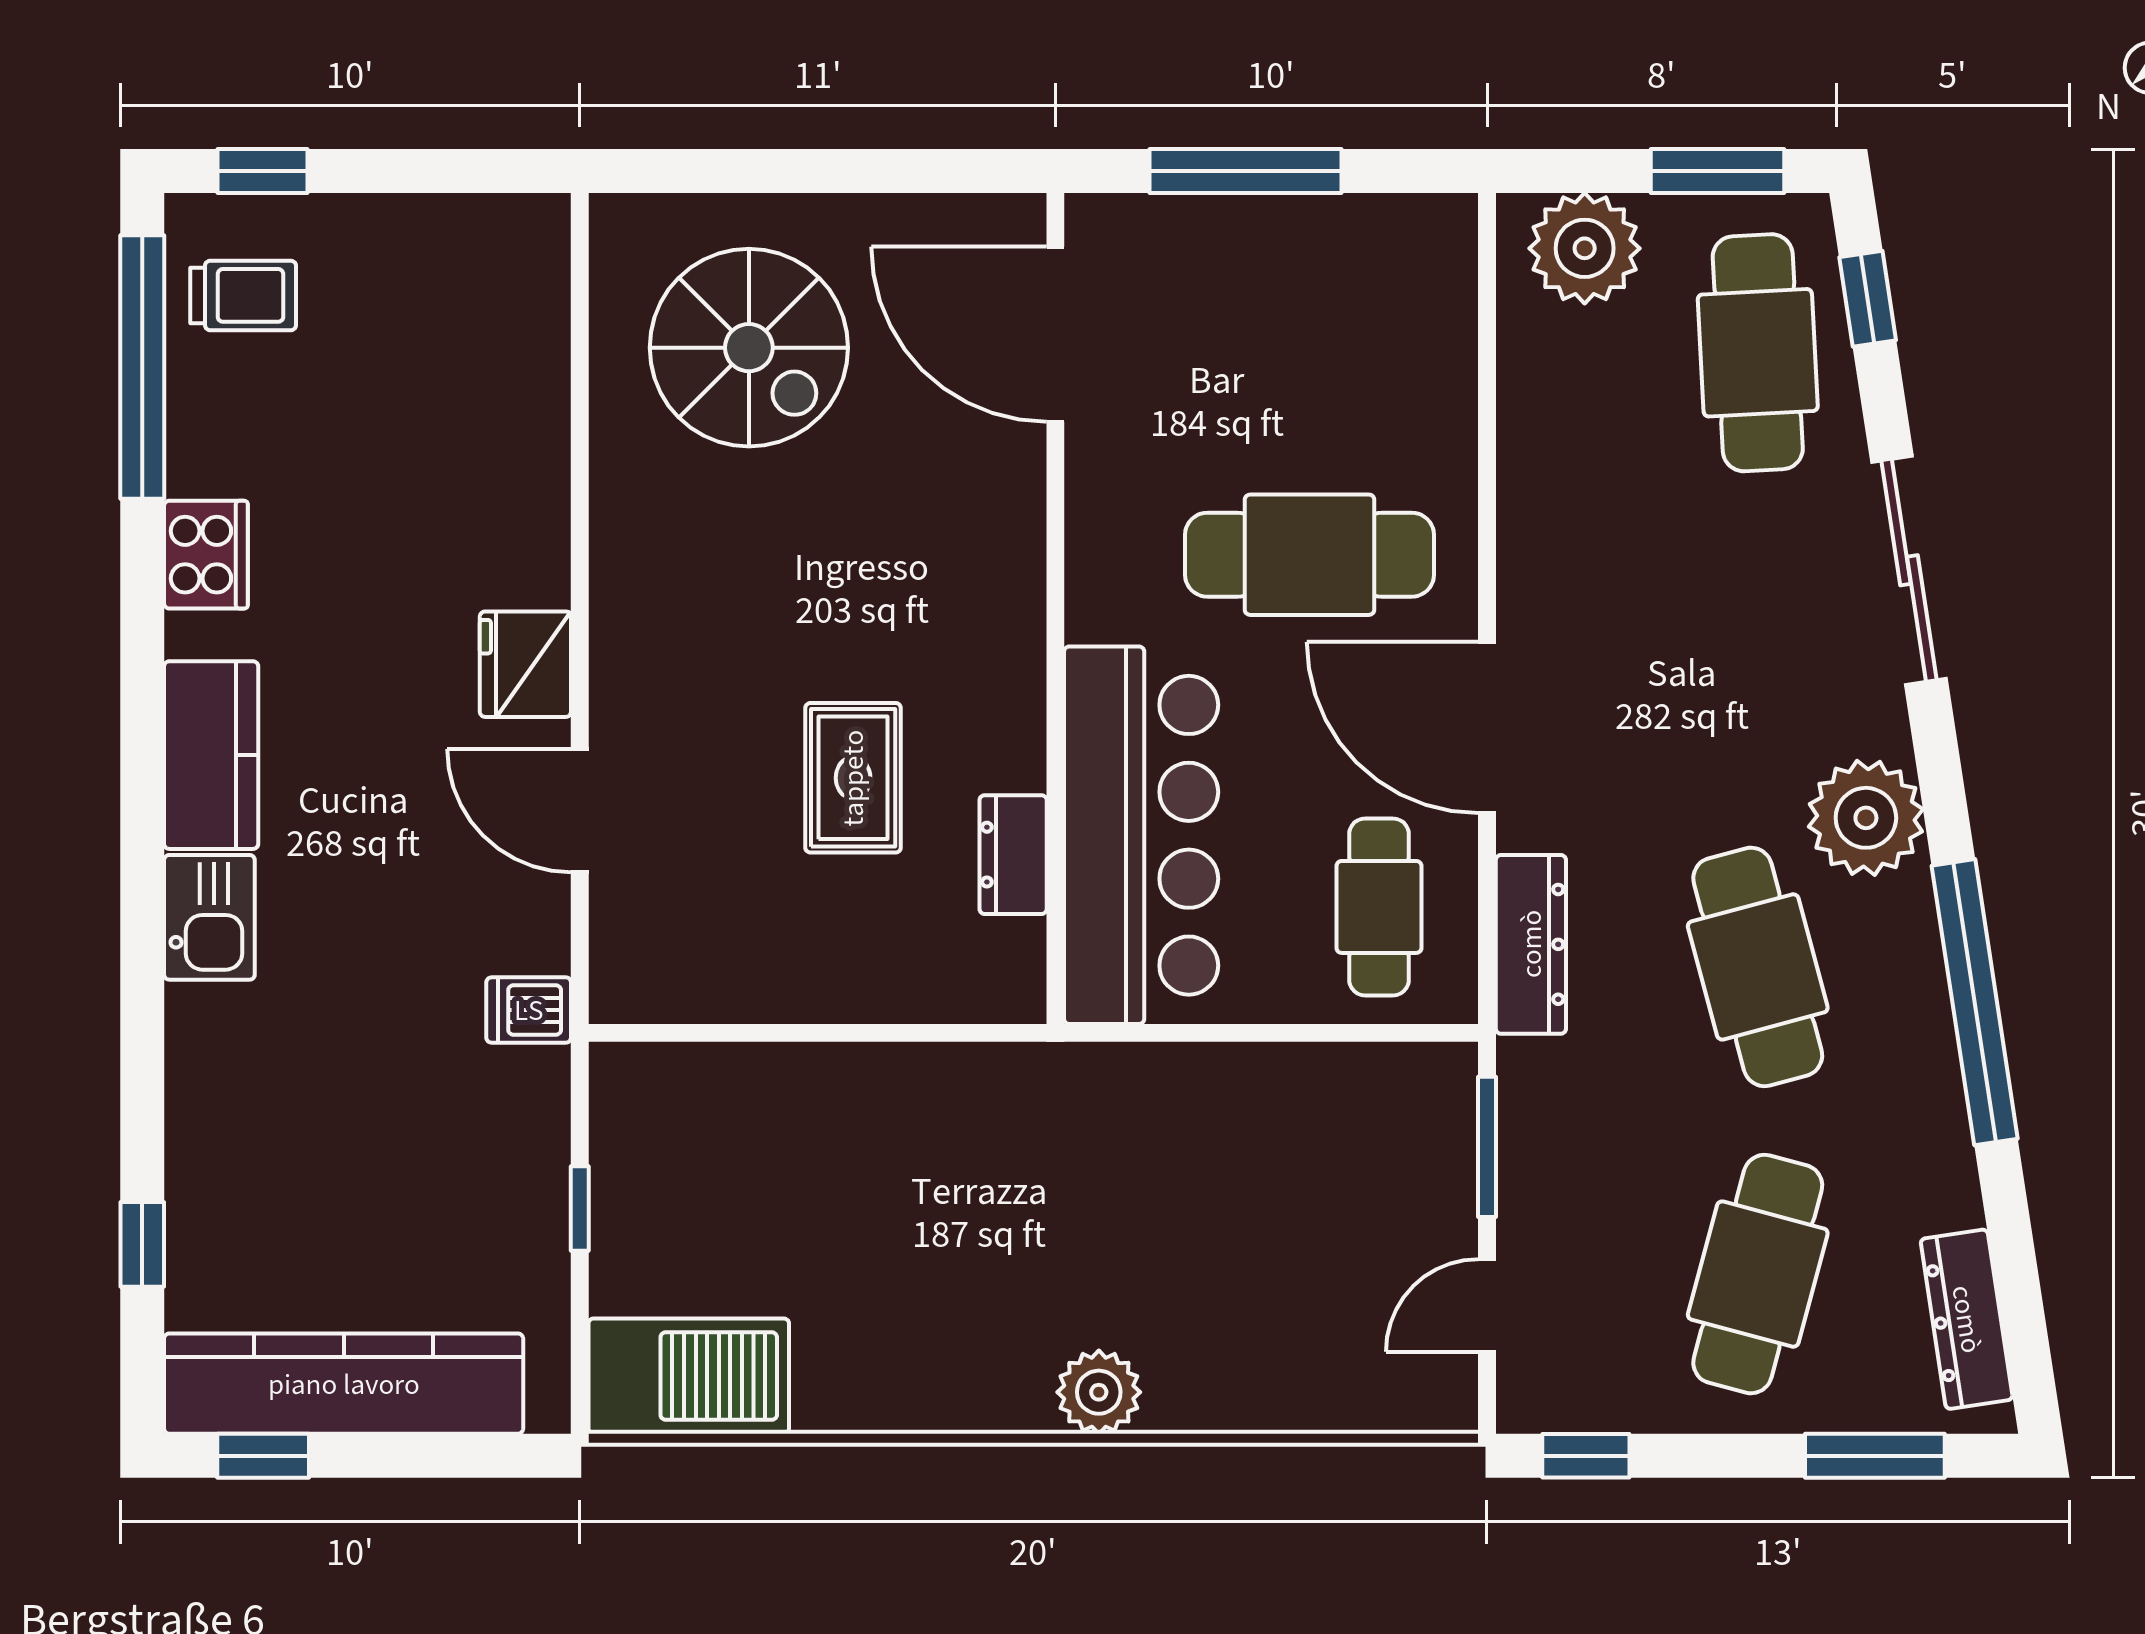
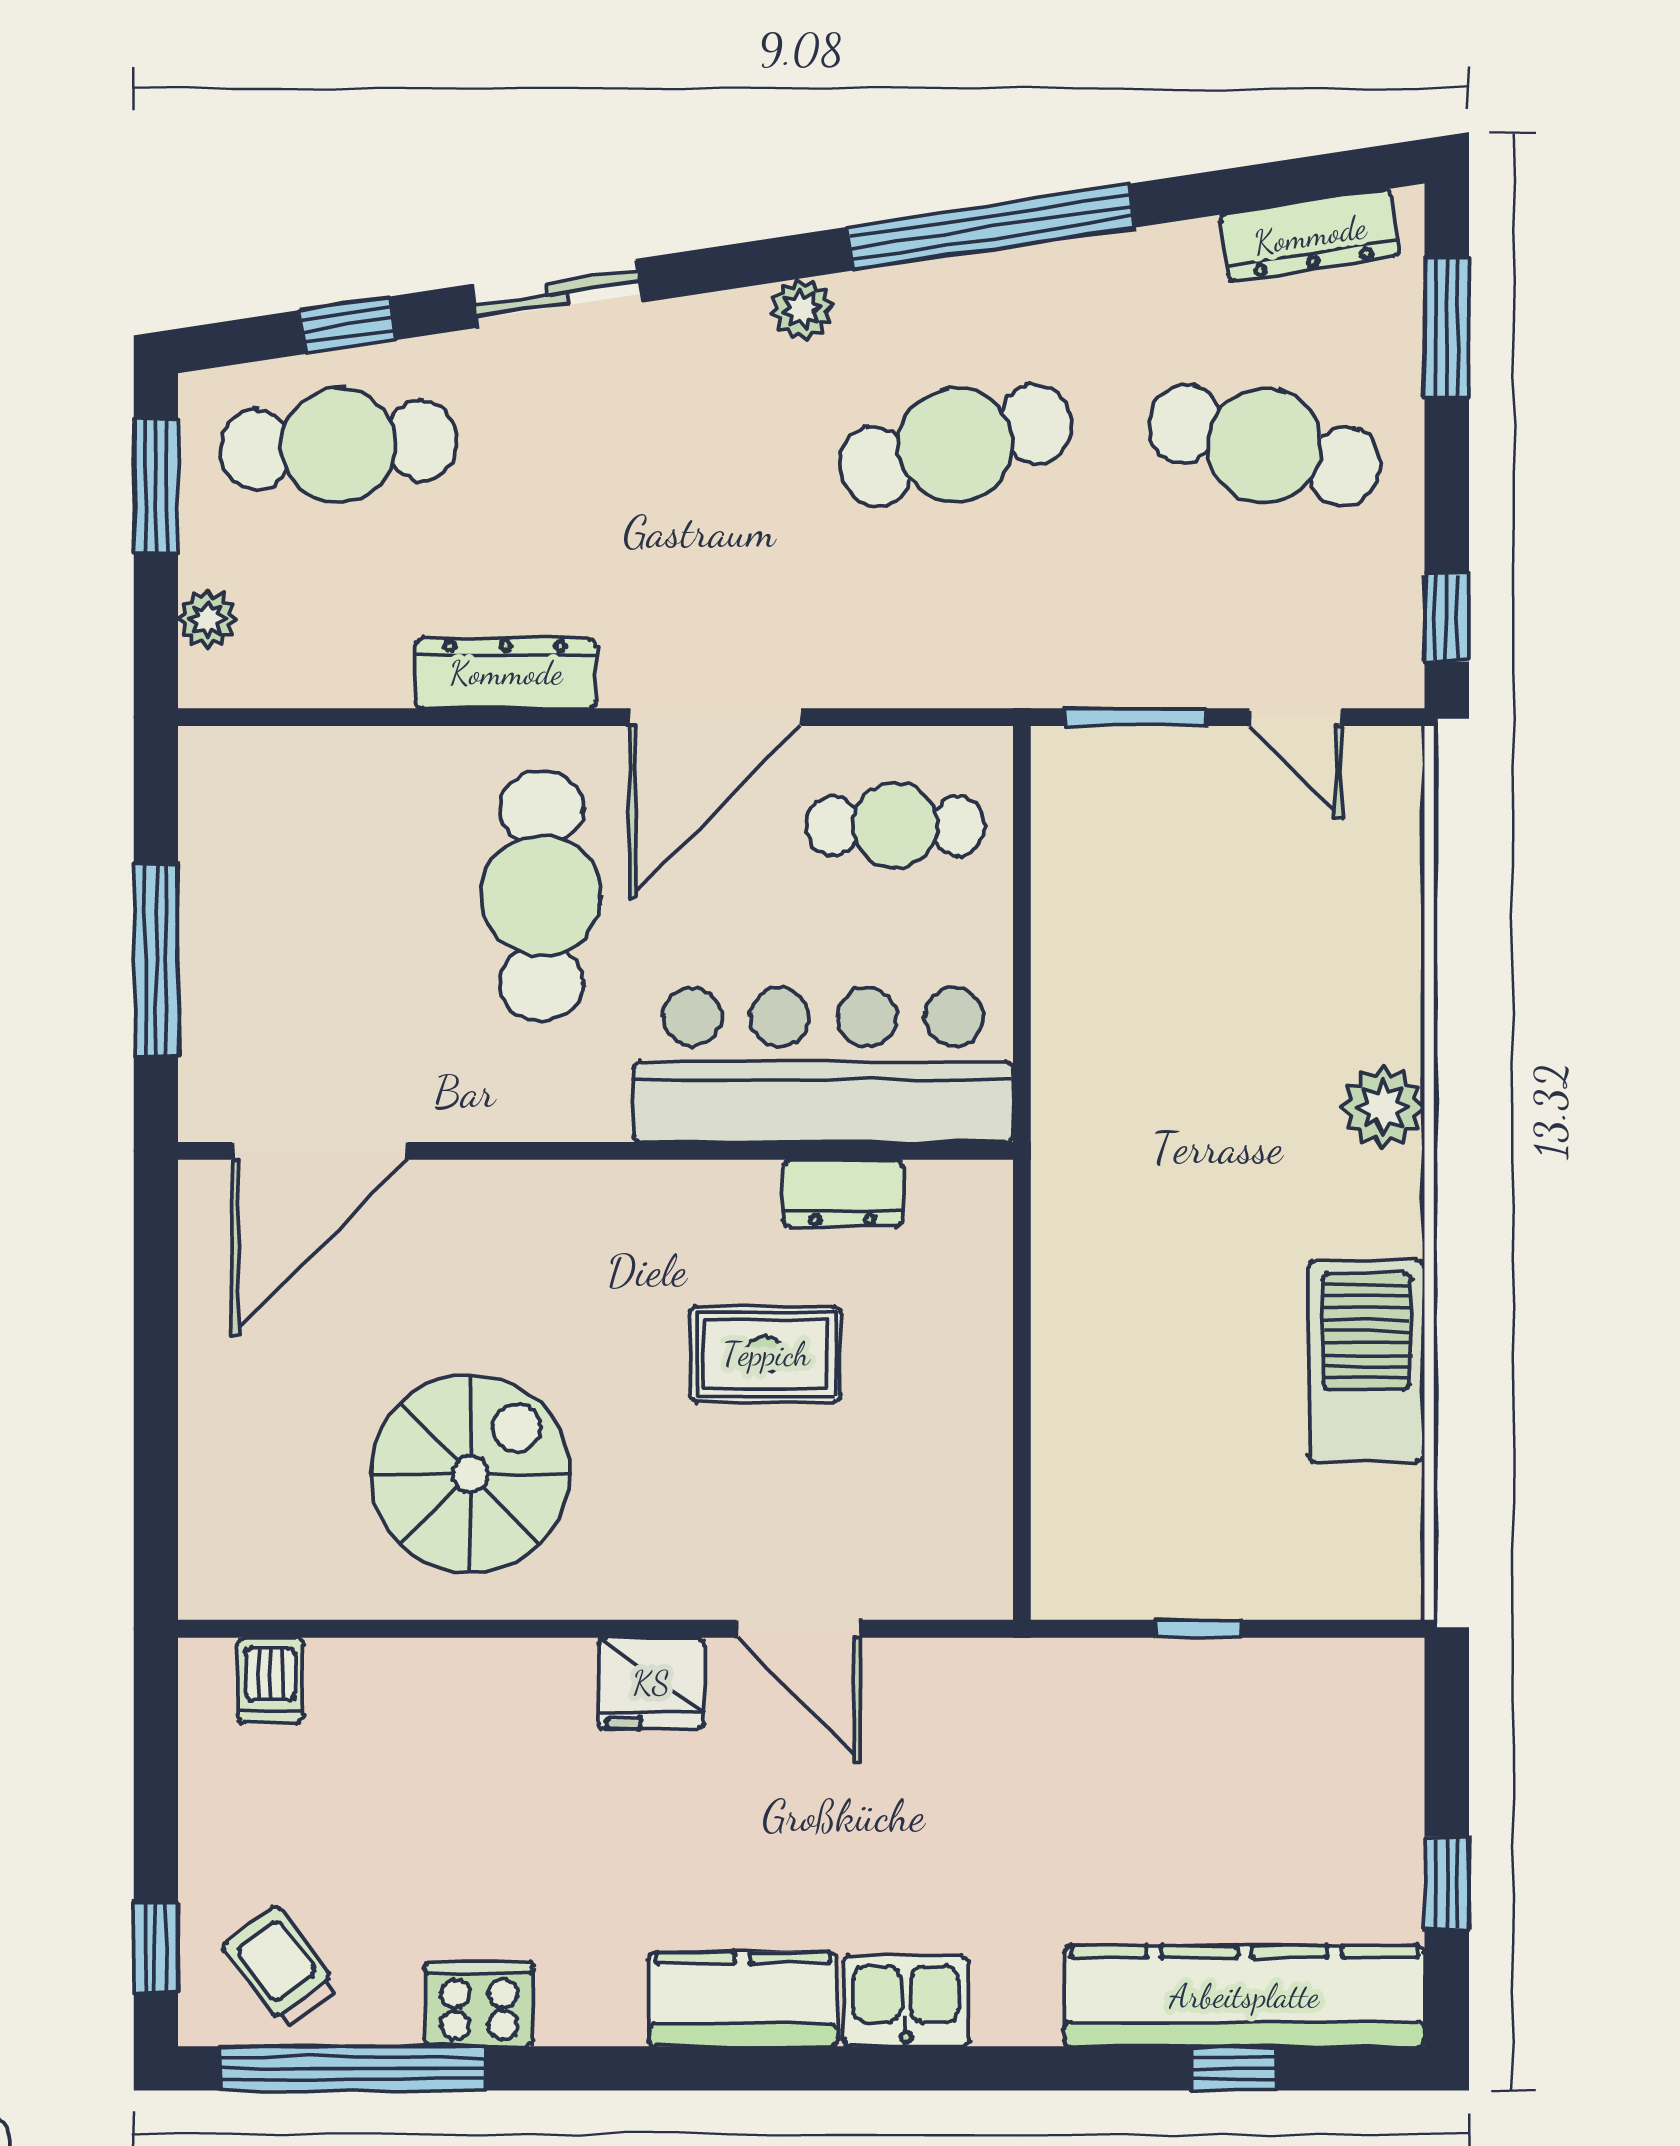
plant: (1585, 248) -> (208, 619), width x0.53, depth x0.53
trolley: (243, 295) -> (281, 1967), turned -37
window: (1868, 299) -> (347, 325), moved
spiral stairs: (749, 348) -> (470, 1474), moved
cooker: (206, 555) -> (479, 2004), moved
sliding door: (1909, 570) -> (557, 293), width x0.73
door: (580, 811) -> (799, 1629), hinge flipped
plant: (1866, 818) -> (802, 310), width x0.53, depth x0.53
dresser: (1531, 944) -> (506, 673), moved
dishwasher: (529, 1010) -> (270, 1680), moved
barbecue: (689, 1376) -> (1367, 1361), moved
kitchen counter: (344, 1384) -> (1244, 1996), moved, turned 90
window: (263, 1456) -> (1447, 1883), moved

